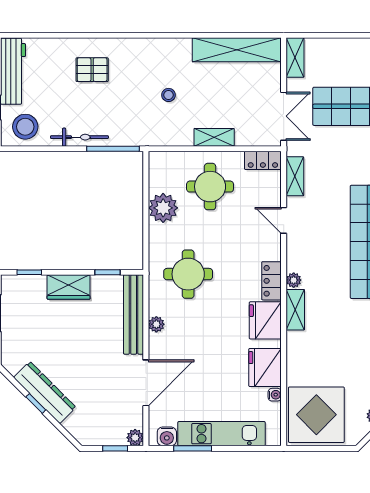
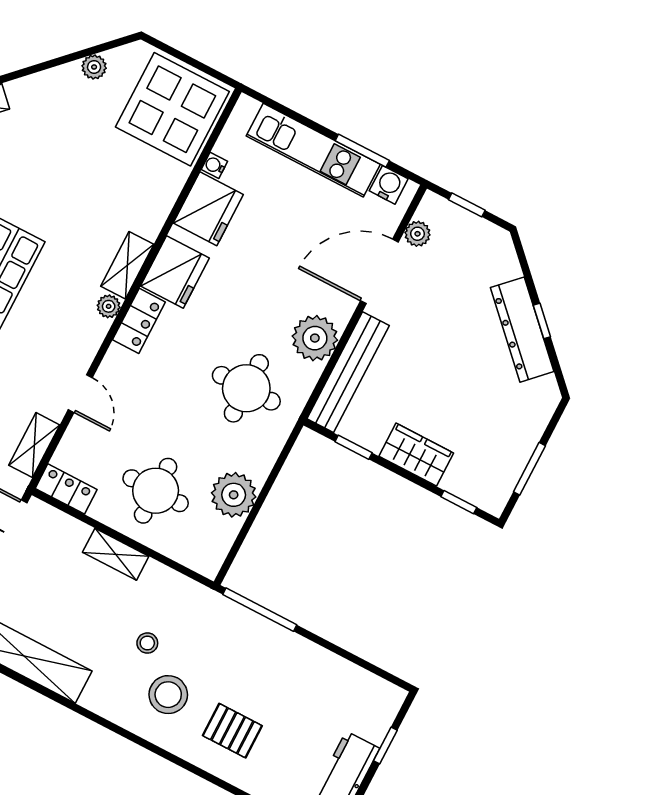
stool: (25, 127) -> (168, 695), moved
bicycle: (79, 137) -> (297, 649), removed
plant: (156, 324) -> (315, 338), width x1.88, depth x1.88
plant: (135, 438) -> (417, 234), moved

